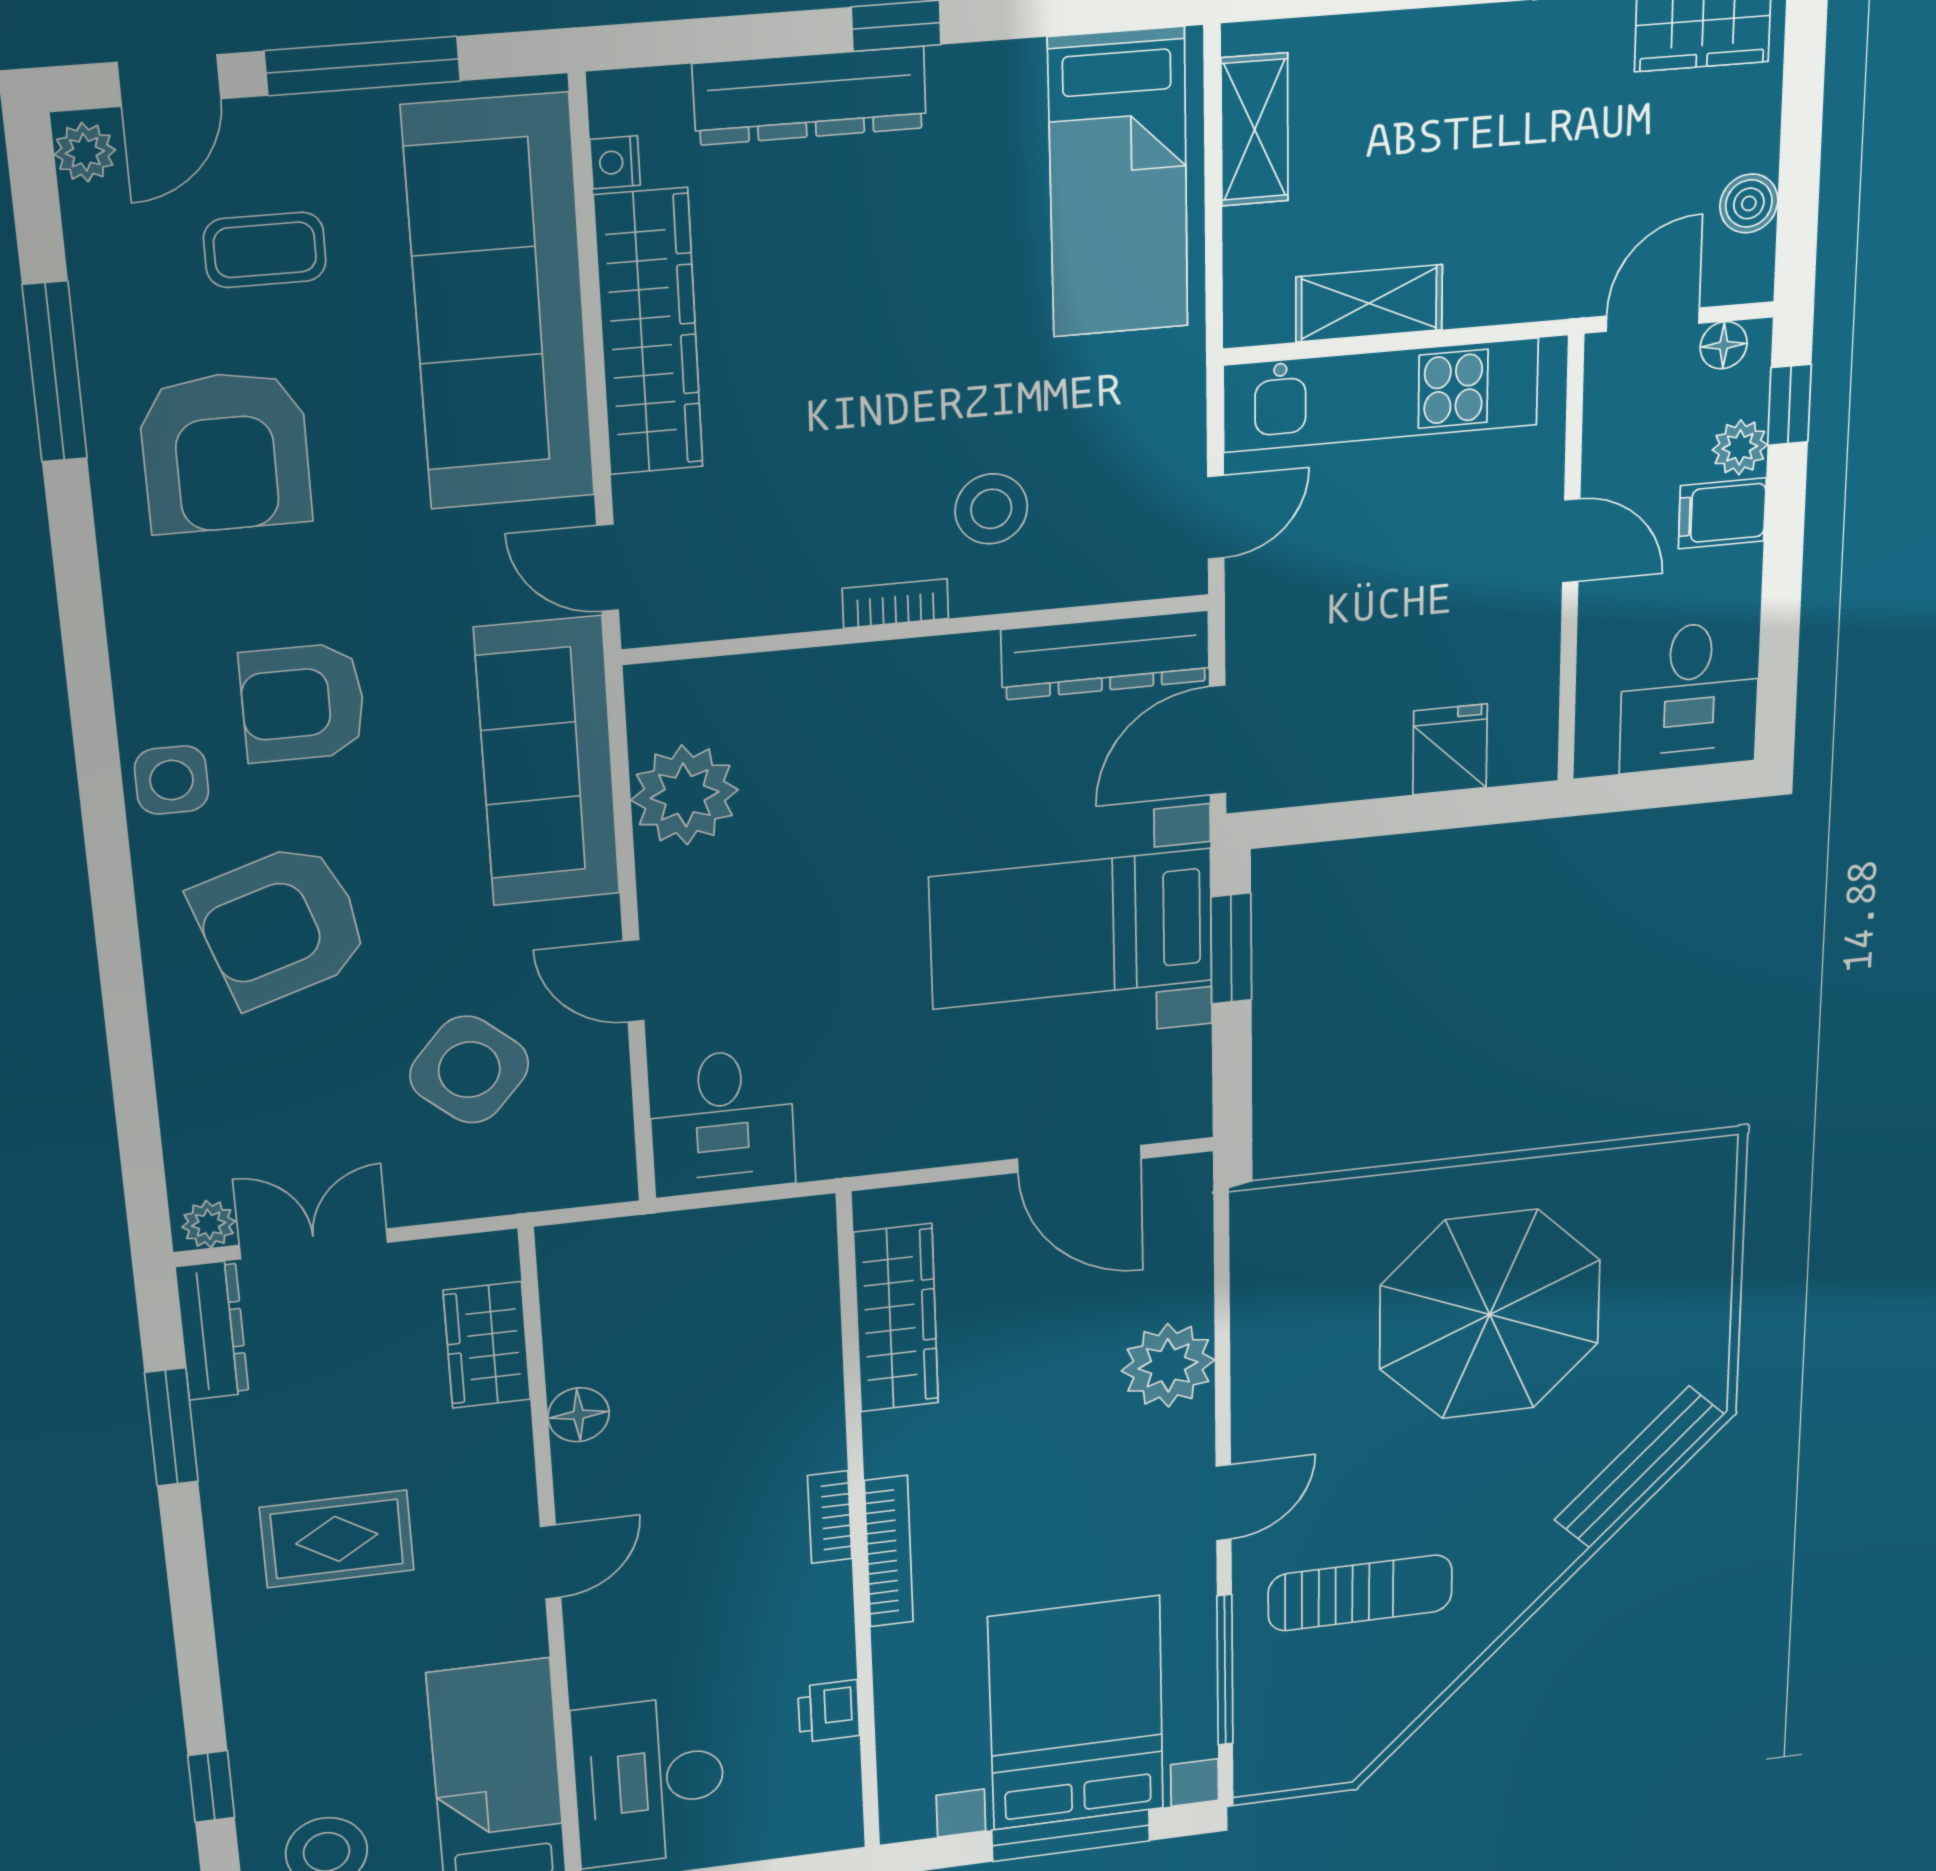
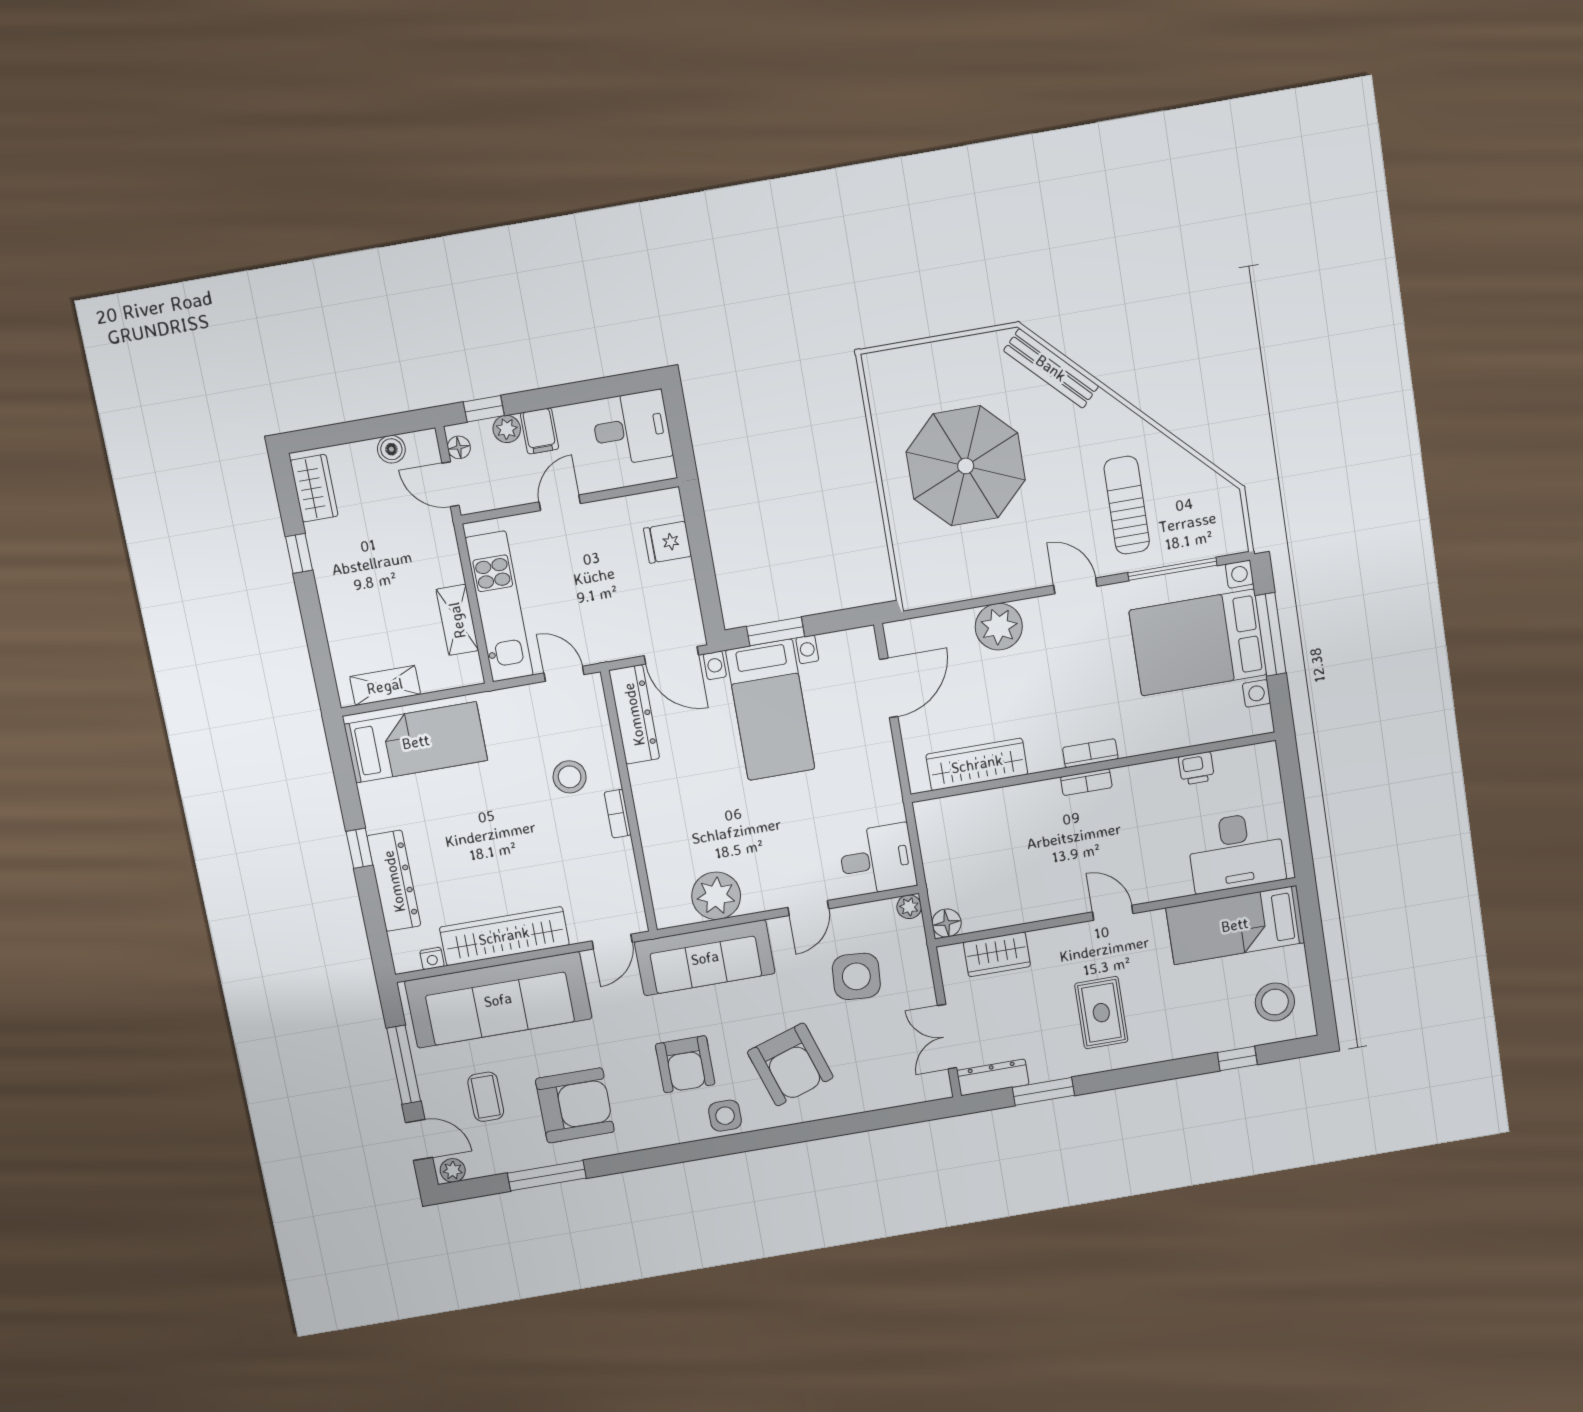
side table: (469, 1070) -> (856, 976), turned -37
plant: (209, 1224) -> (909, 907), moved
floor lamp: (579, 1415) -> (947, 923), moved
bookcase: (889, 1551) -> (1090, 753), width x0.64

